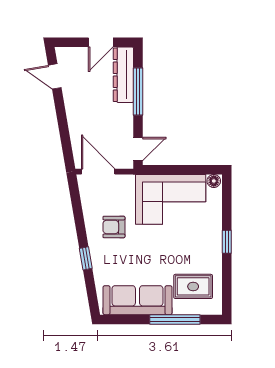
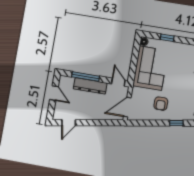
dresser: (123, 75) -> (90, 86), moved
window: (227, 242) -> (167, 38), moved

